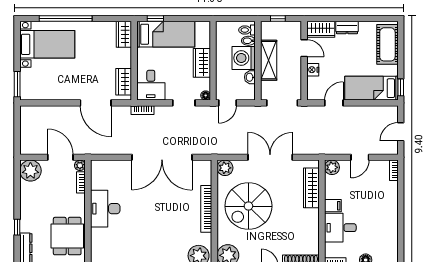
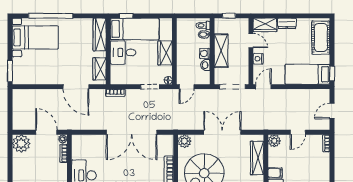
wardrobe: (124, 34) -> (100, 35), width x1.50
washing machine: (244, 58) -> (205, 54), width x0.53, depth x0.53
desk: (151, 85) -> (123, 52), moved, turned 90
door: (334, 103) -> (263, 87), moved

